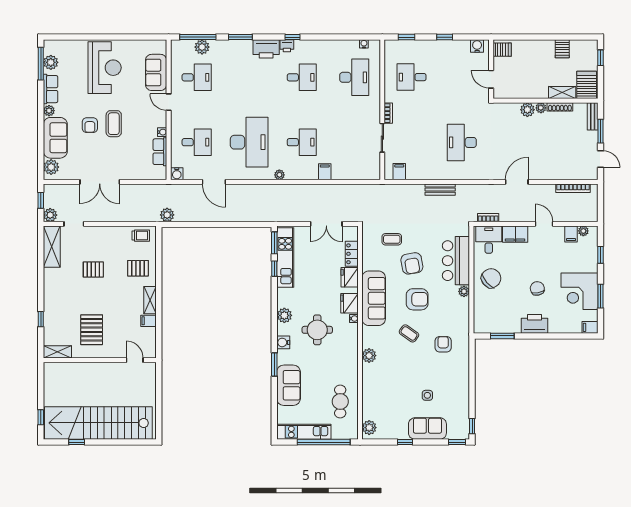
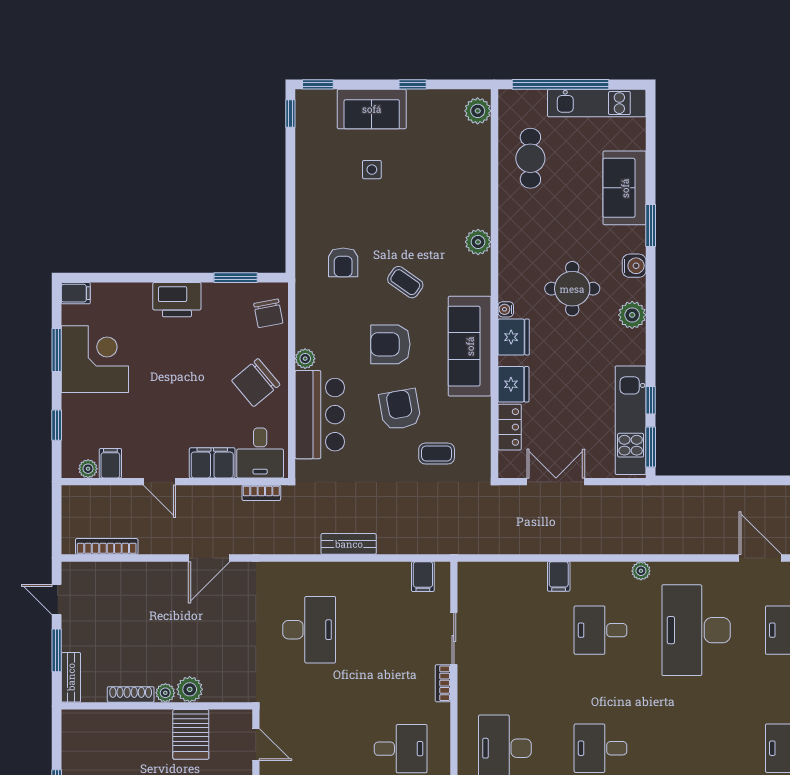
server rack: (587, 85) -> (191, 734), moved
shelving: (562, 93) -> (126, 721), removed
chair: (537, 288) -> (268, 313), moved

